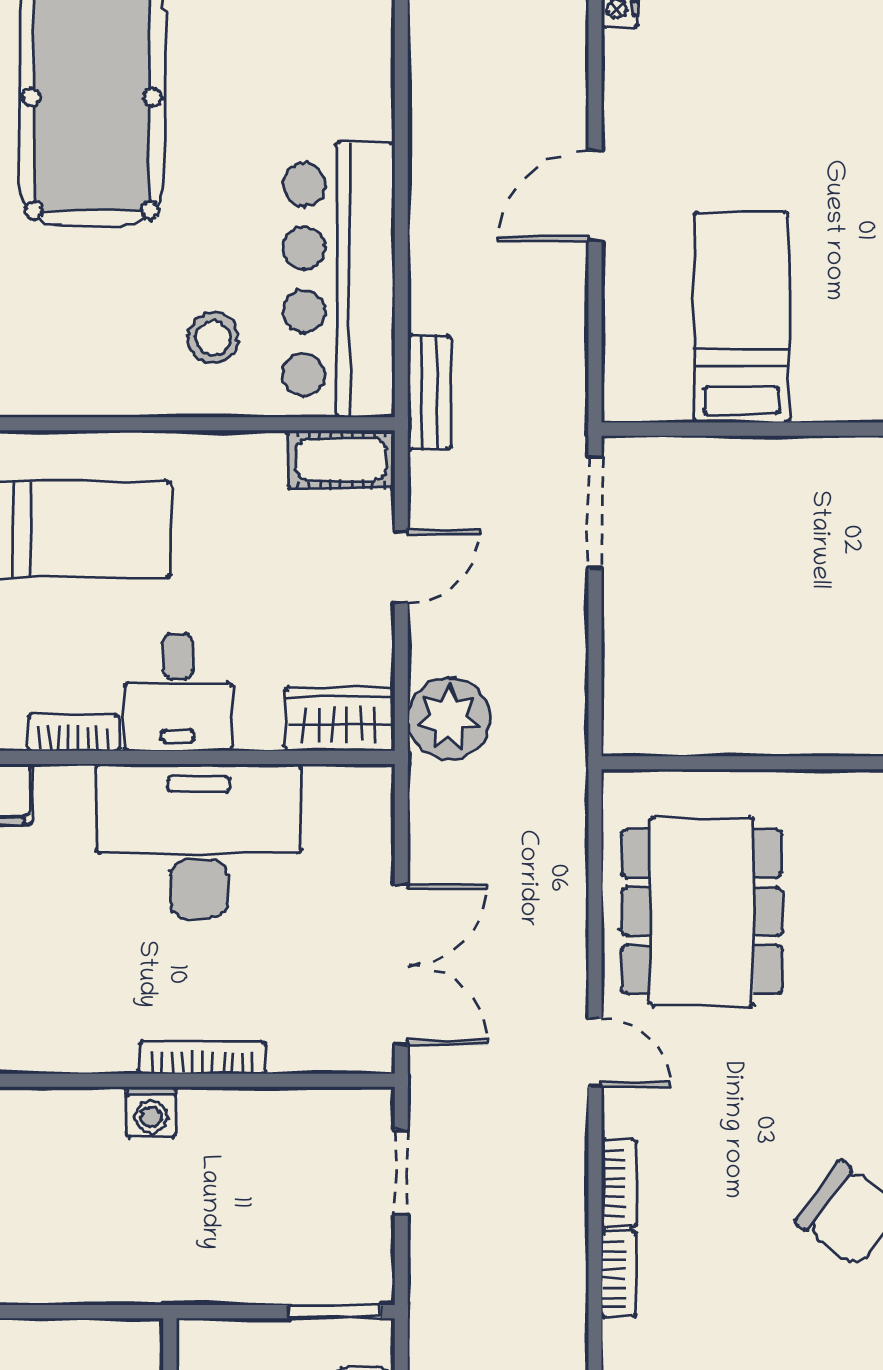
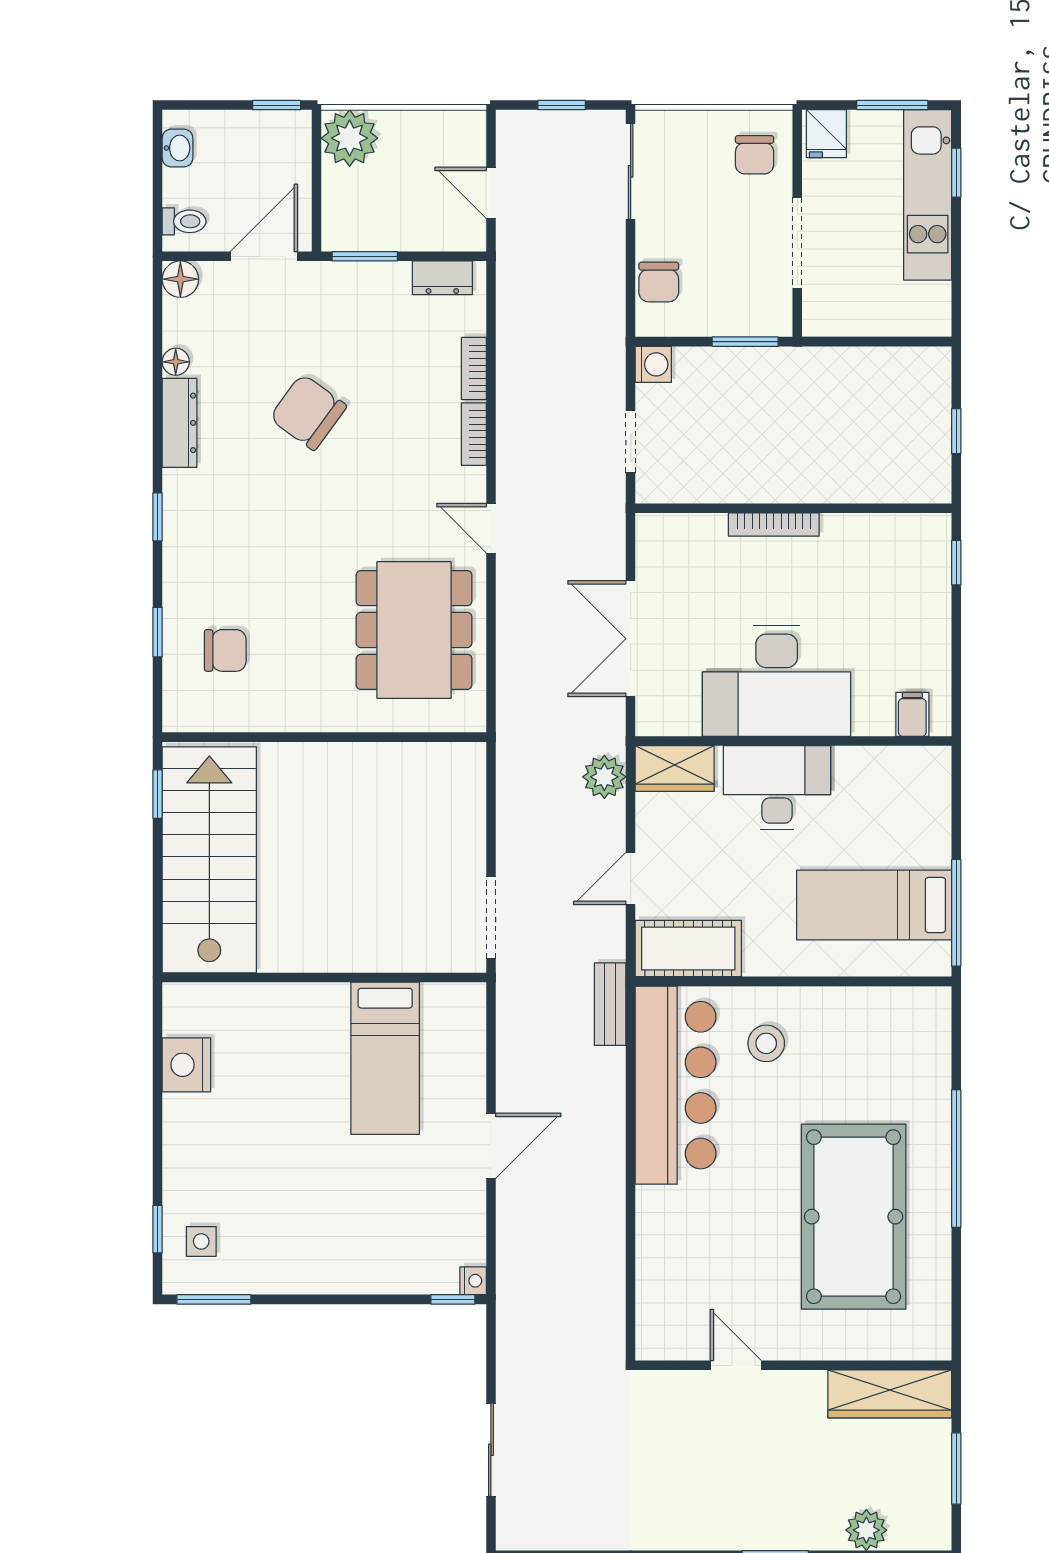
cot: (341, 459) -> (688, 949), width x1.37, depth x1.34
desk: (178, 692) -> (777, 788), width x1.37
plant: (449, 718) -> (604, 777), width x0.73, depth x0.73
bookcase: (74, 733) -> (867, 759), removed
double door: (401, 965) -> (631, 639), moved
washing machine: (151, 1112) -> (653, 364), moved, turned 90
window: (335, 1312) -> (745, 342), moved

